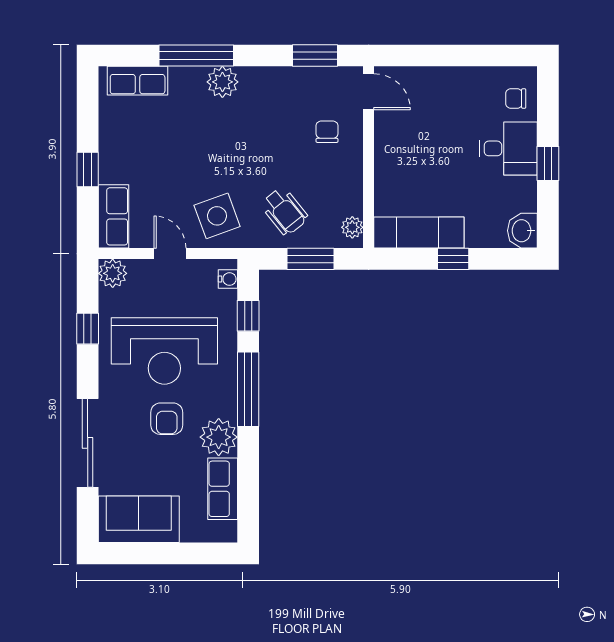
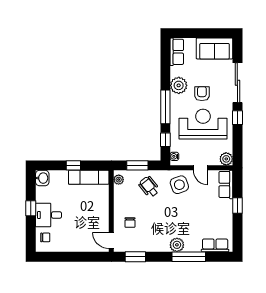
window: (88, 329) -> (237, 118), moved
row of seats: (223, 489) -> (177, 52), moved

